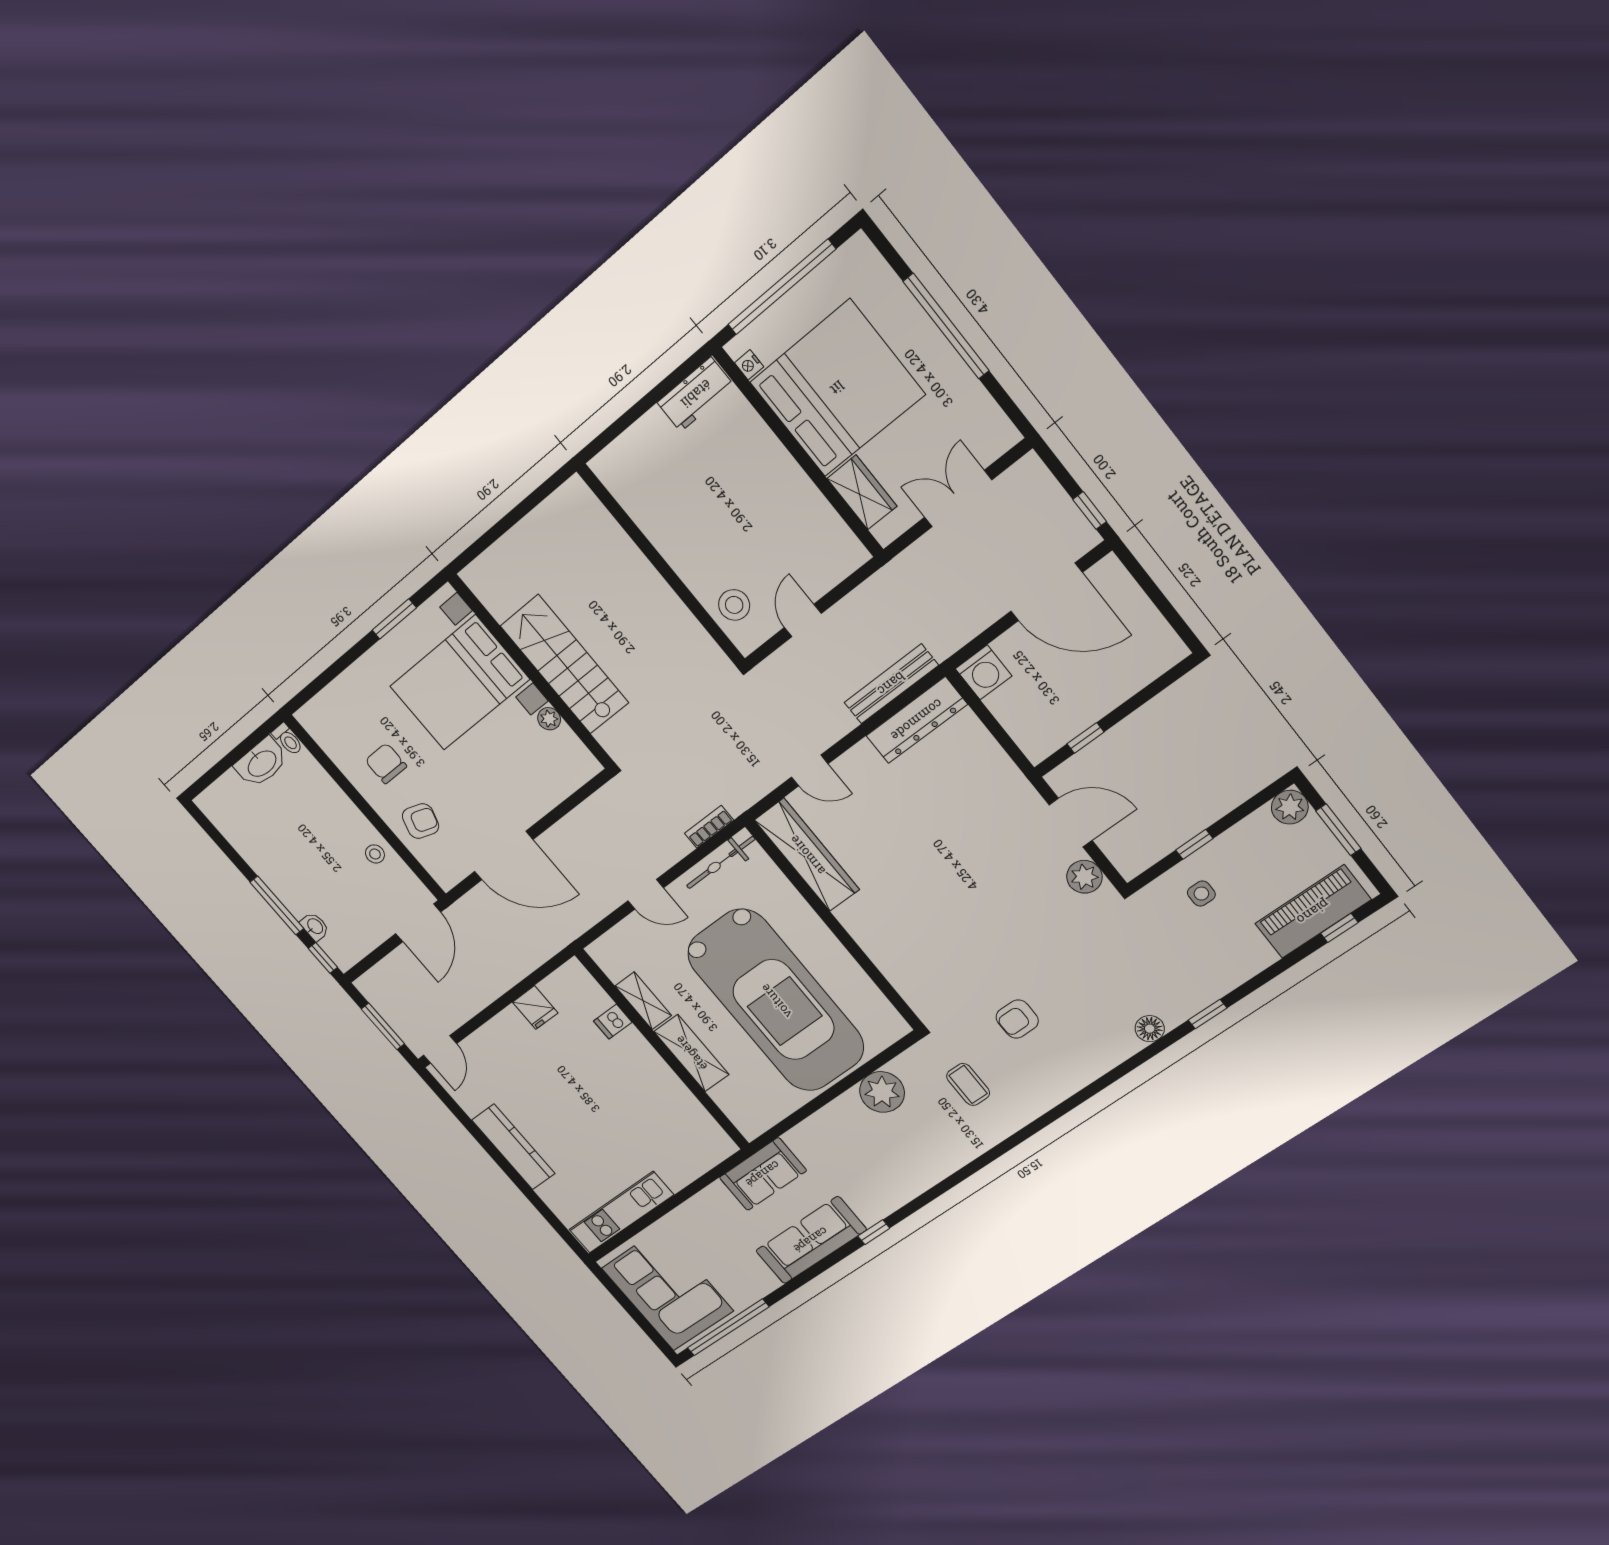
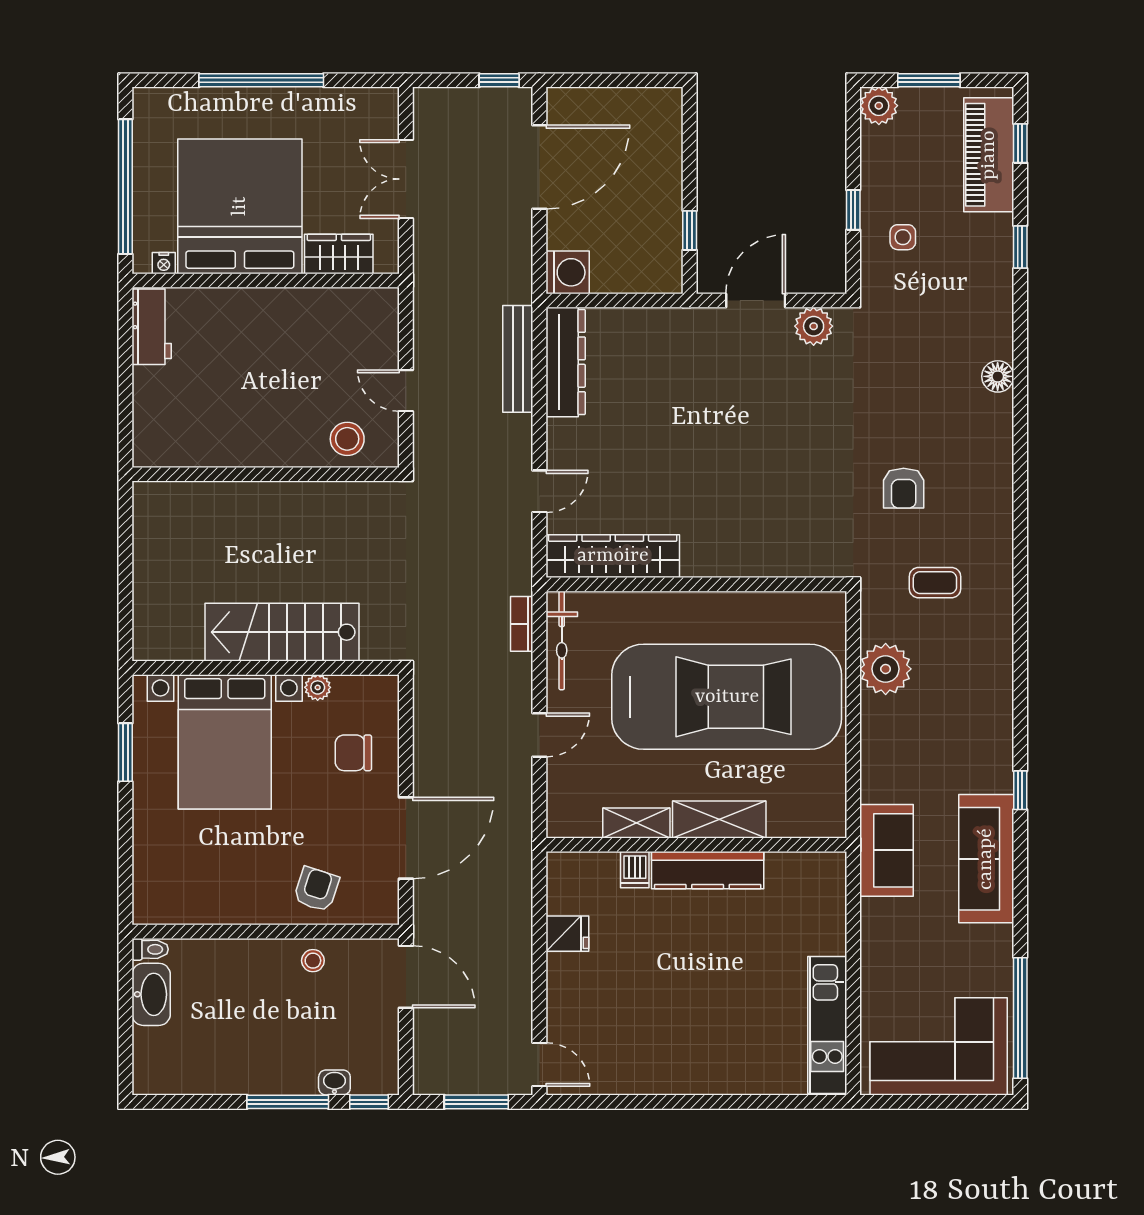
chair: (386, 763) -> (353, 753), moved
window: (1208, 1014) -> (1020, 247), moved
kitchen counter: (513, 1147) -> (708, 870), moved, turned 180

